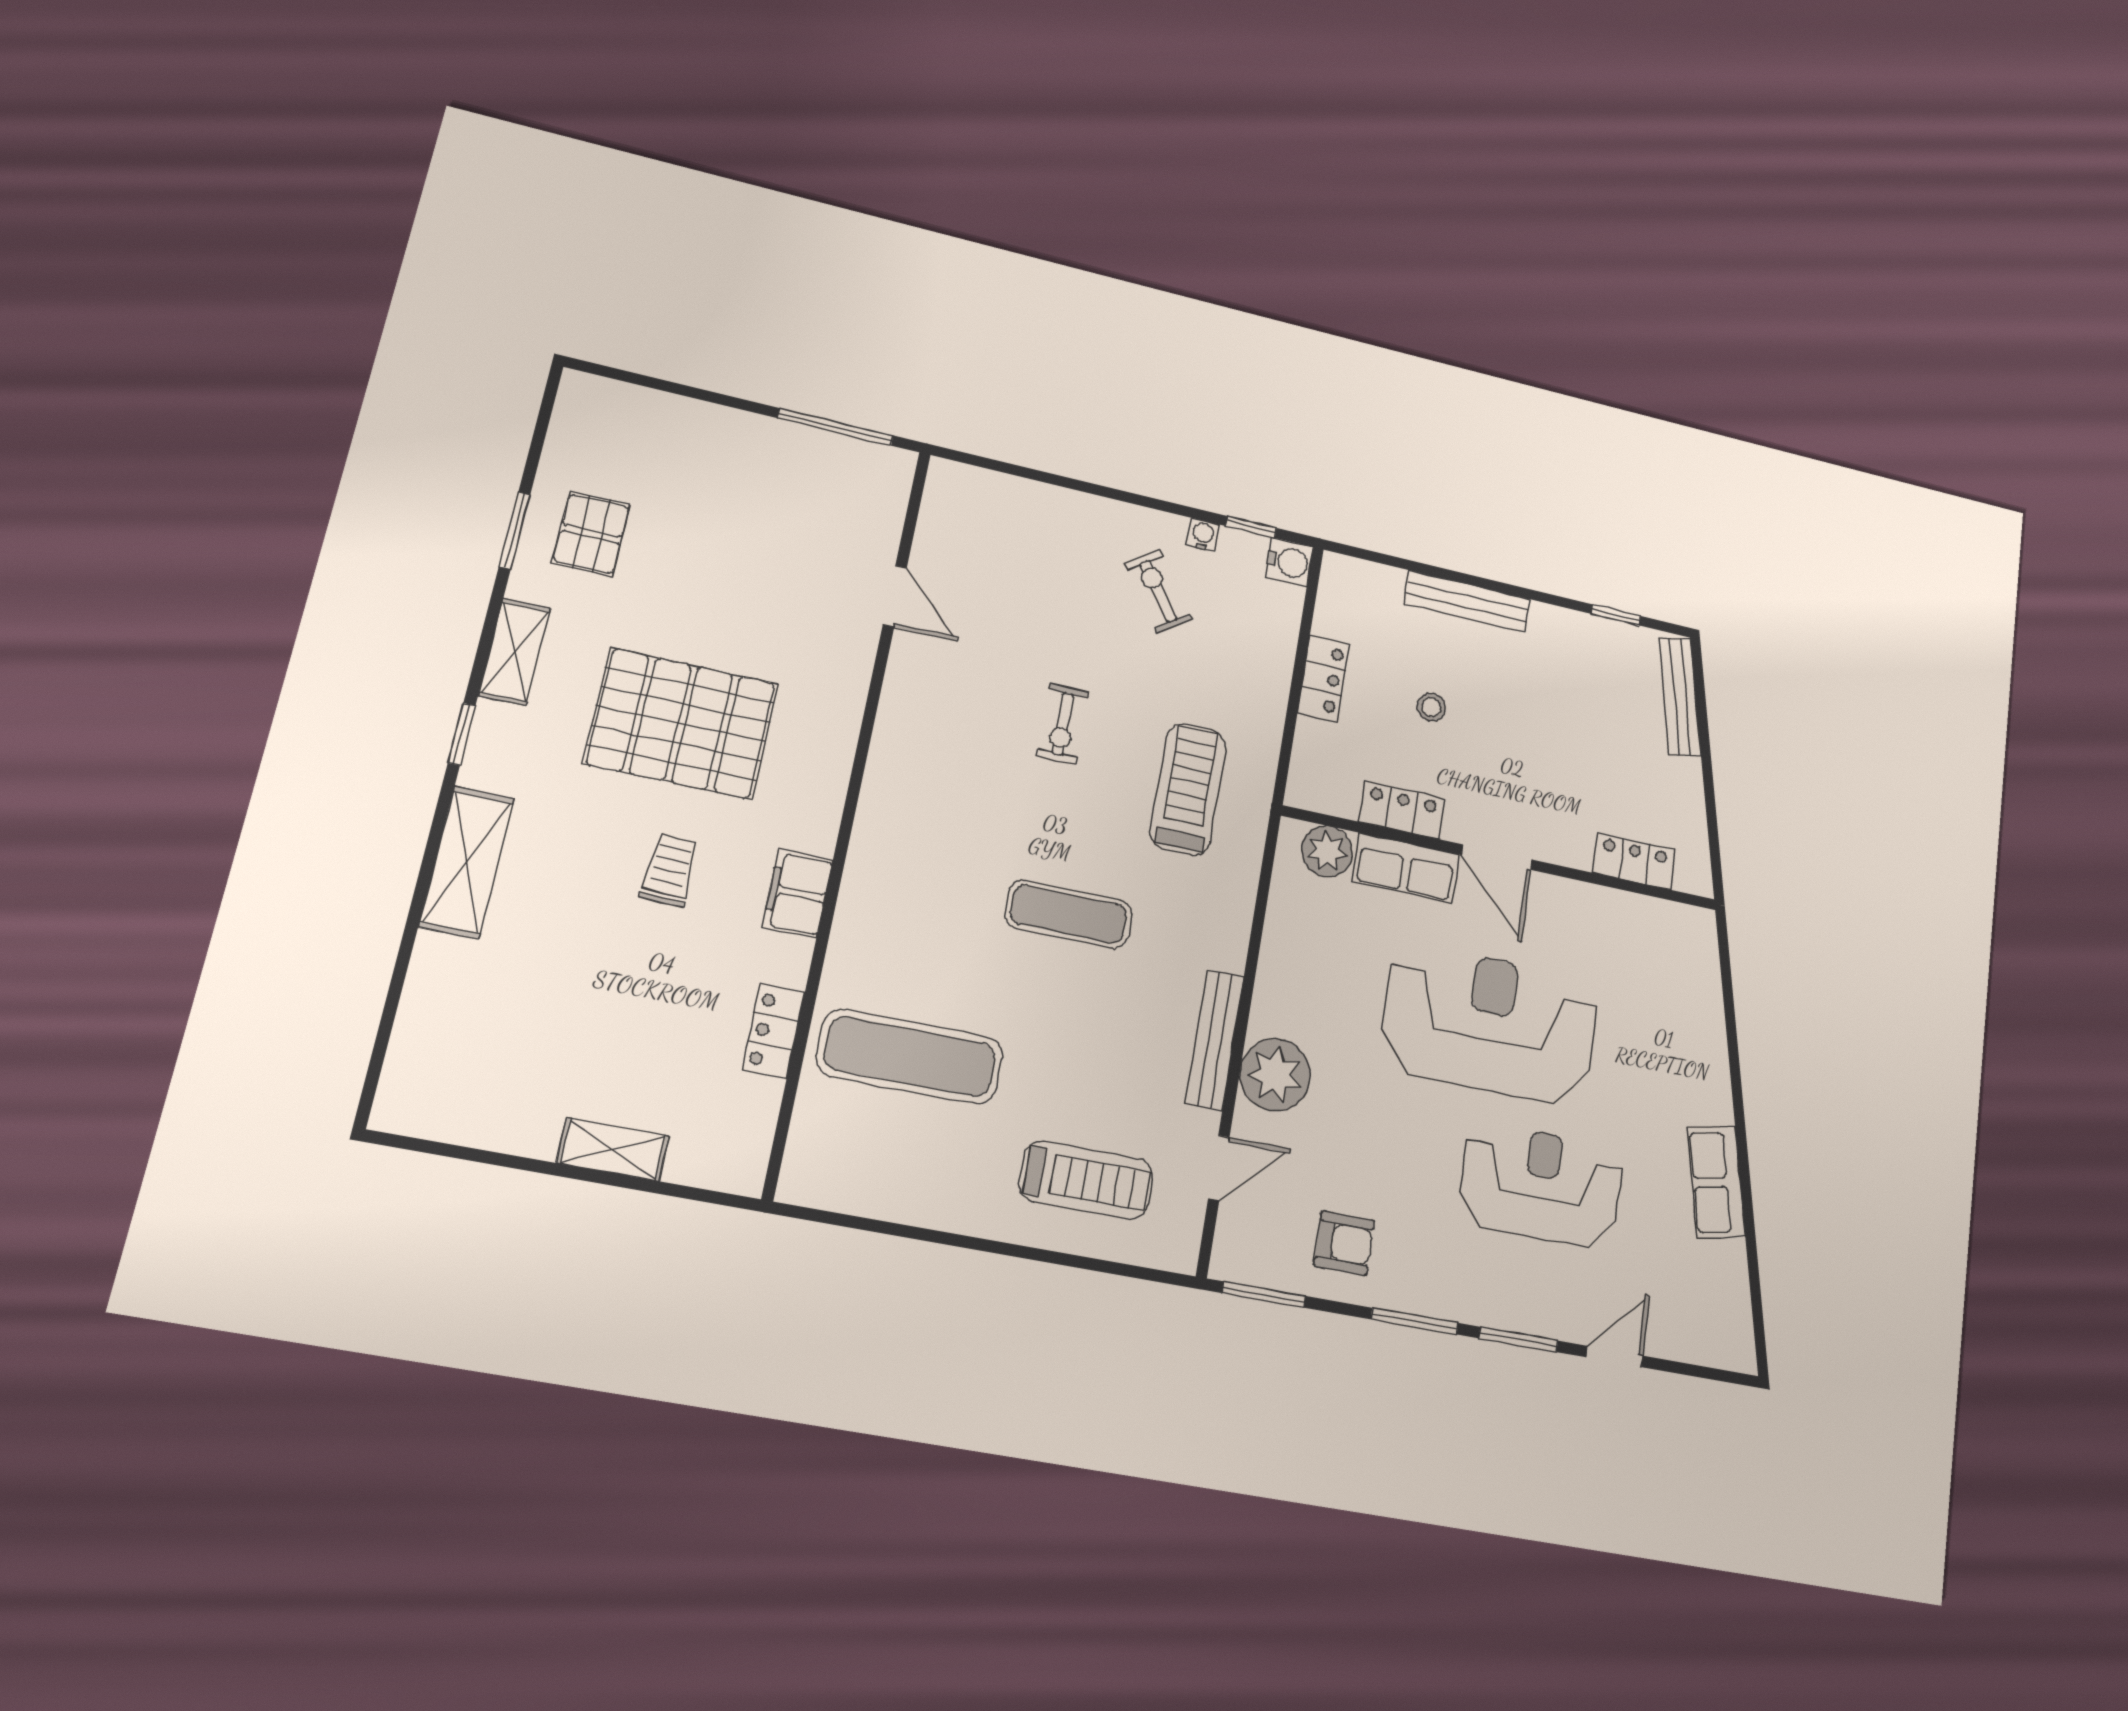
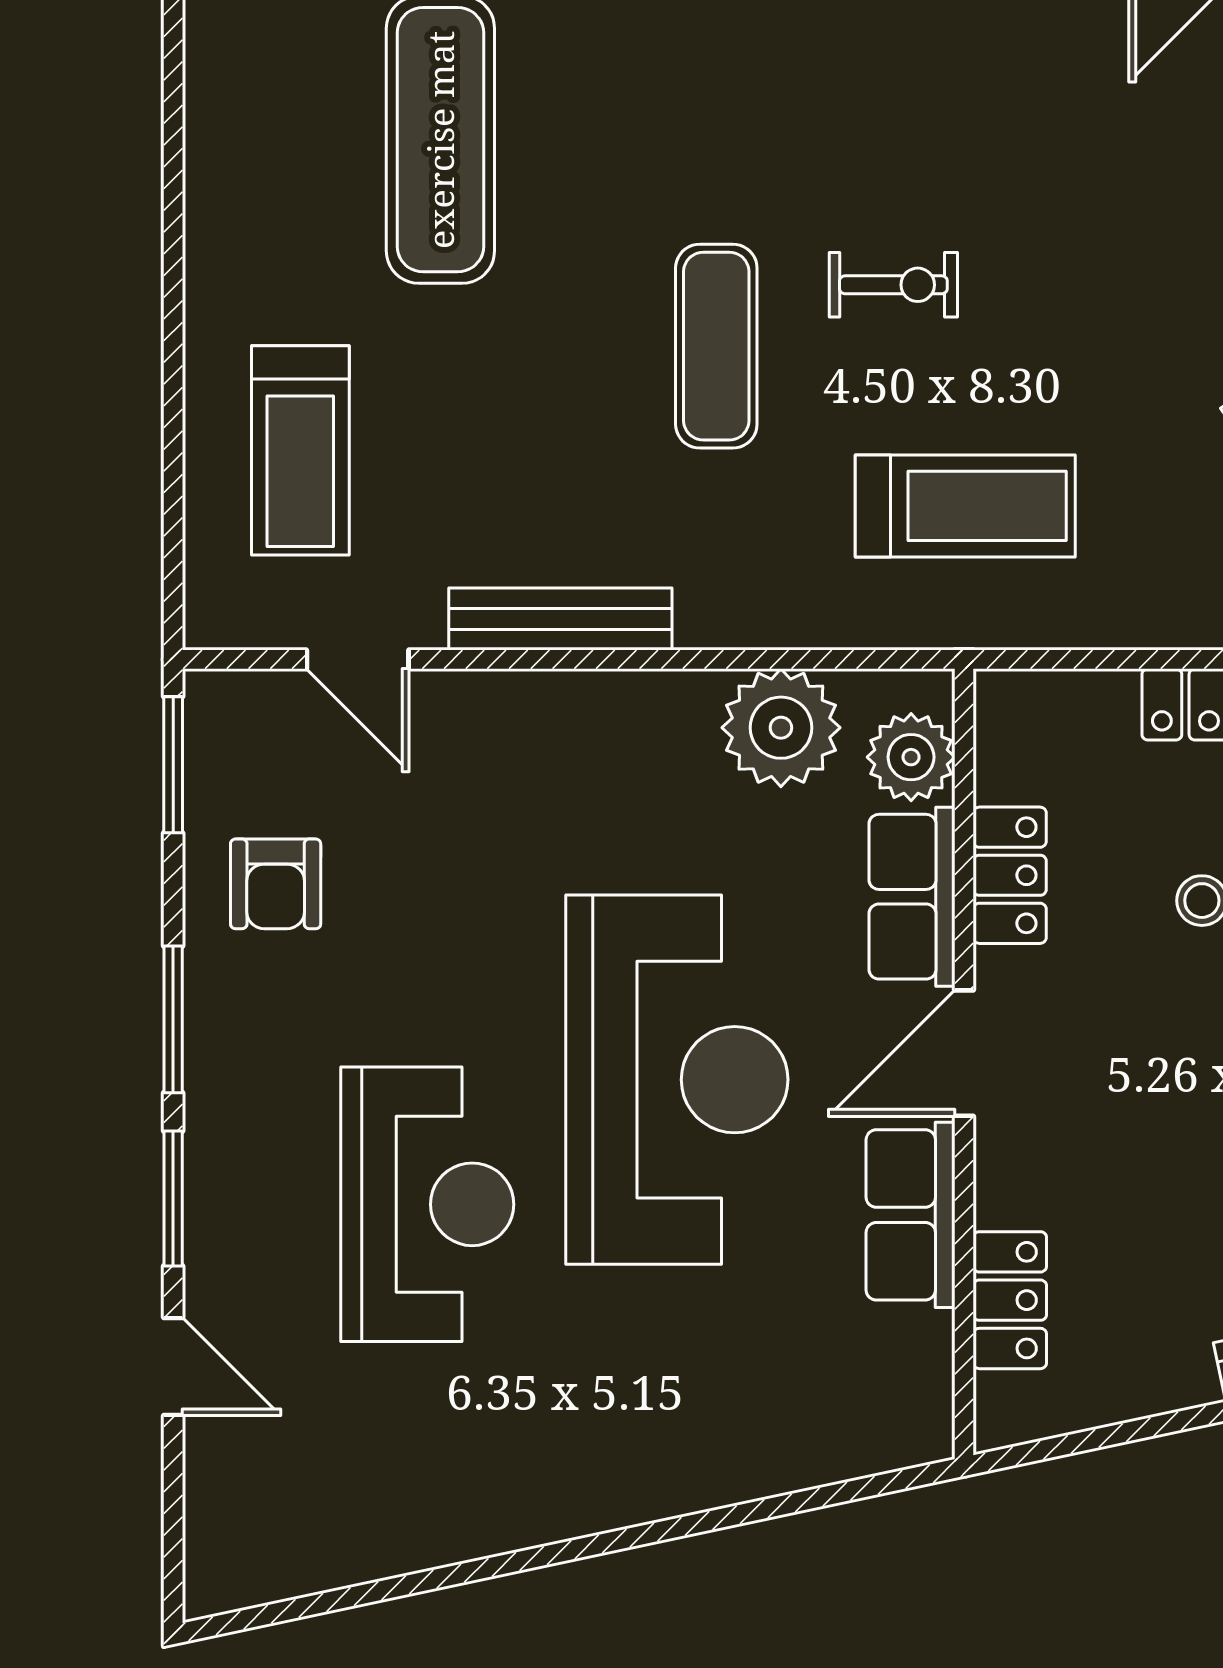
exercise bike: (1063, 724) -> (893, 285), moved, turned 180
plant: (1275, 1075) -> (781, 728), moved
row of seats: (1716, 1182) -> (910, 1215), moved, turned -78

